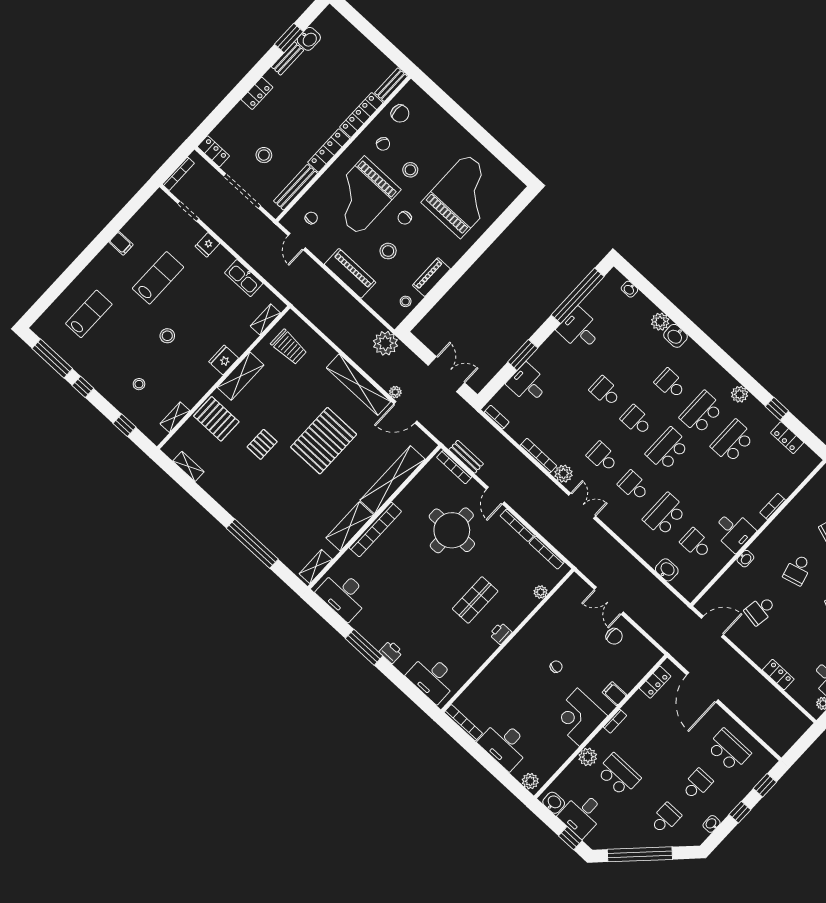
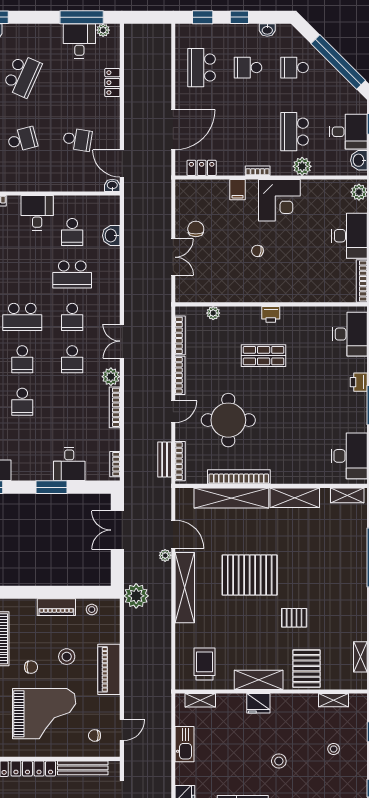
bookcase: (375, 529) -> (239, 477), moved
washbasin: (745, 559) -> (112, 185), moved

